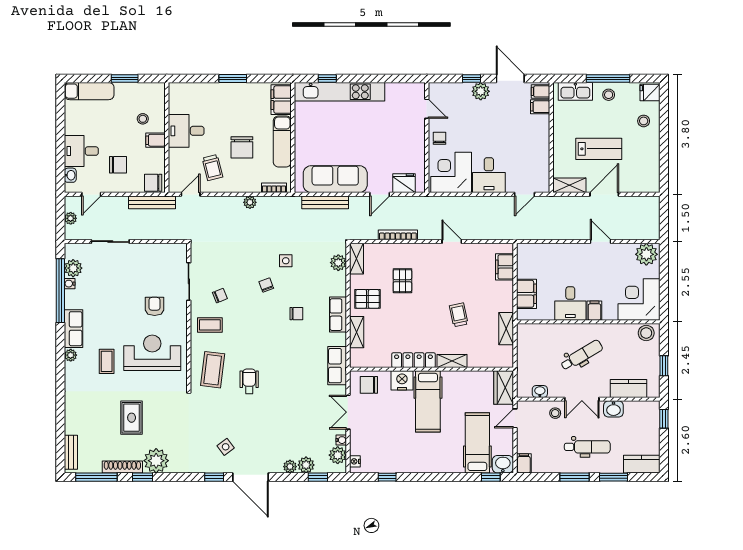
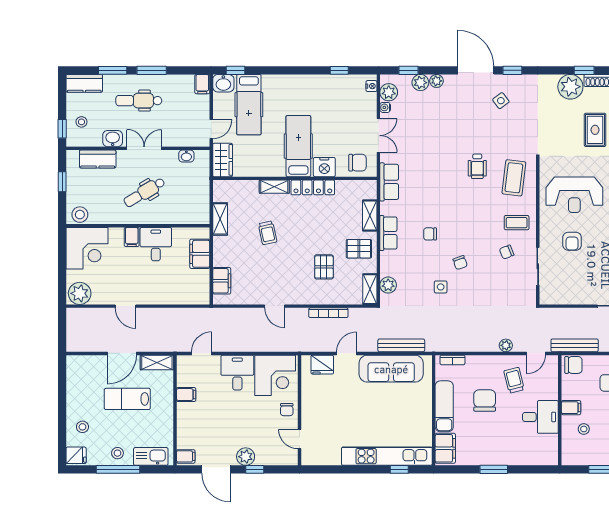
filing cabinet: (540, 107) -> (186, 395), moved
plant: (250, 202) -> (506, 345), moved
stool: (555, 413) -> (81, 122), moved

